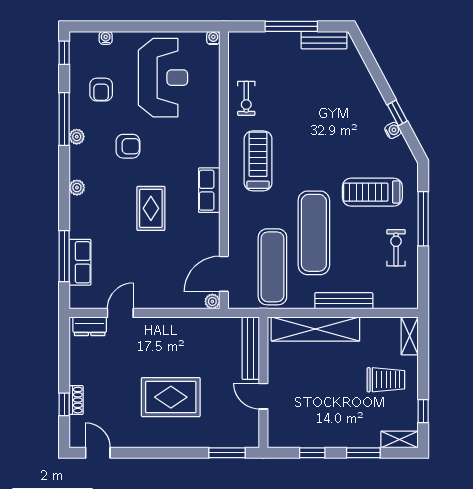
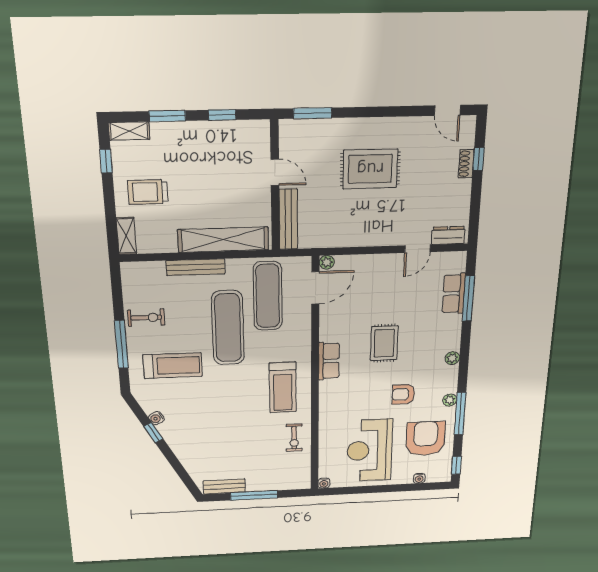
armchair: (101, 90) -> (425, 438), width x1.88, depth x1.88
exercise bike: (246, 98) -> (294, 438), turned 180
exercise bike: (396, 248) -> (146, 318), turned -90

